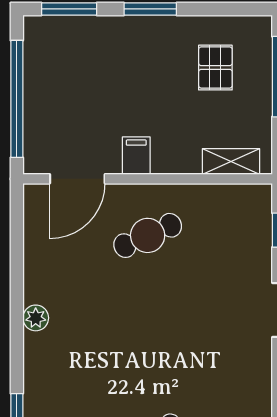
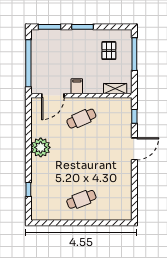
plant: (36, 318) -> (41, 147), width x1.87, depth x1.87

